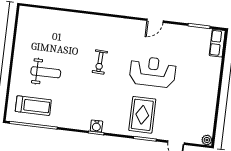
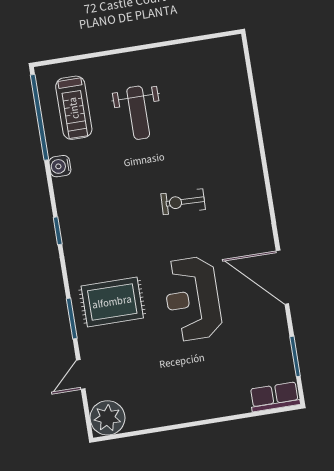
door: (155, 21) -> (282, 277), width x1.88
reception desk: (153, 72) -> (192, 299), turned 180
water cooler: (96, 126) -> (60, 166), moved
plant: (207, 140) -> (107, 418), width x1.87, depth x1.87

